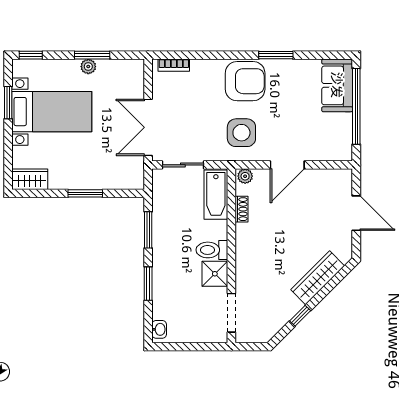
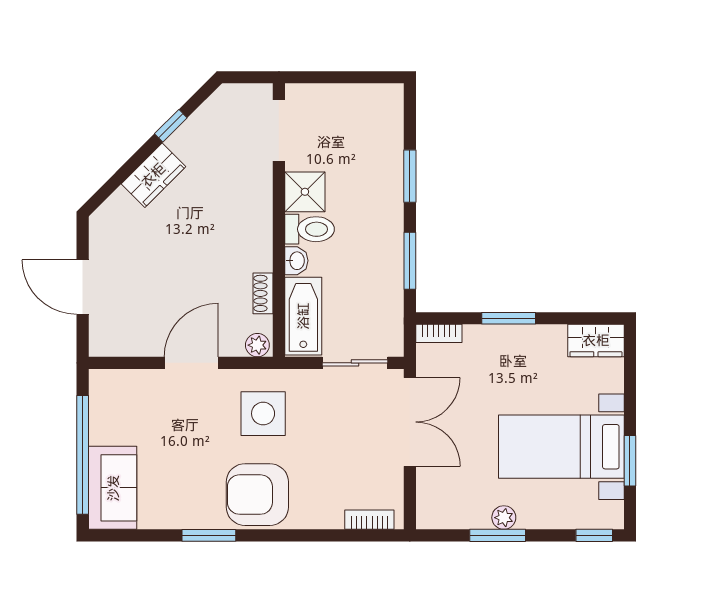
bookcase: (130, 184) -> (439, 333), added
wardrobe: (318, 278) -> (153, 175), width x0.67
washbasin: (159, 329) -> (296, 261), moved, turned 180

